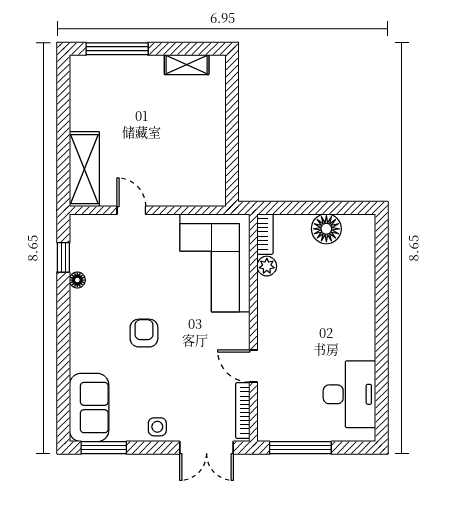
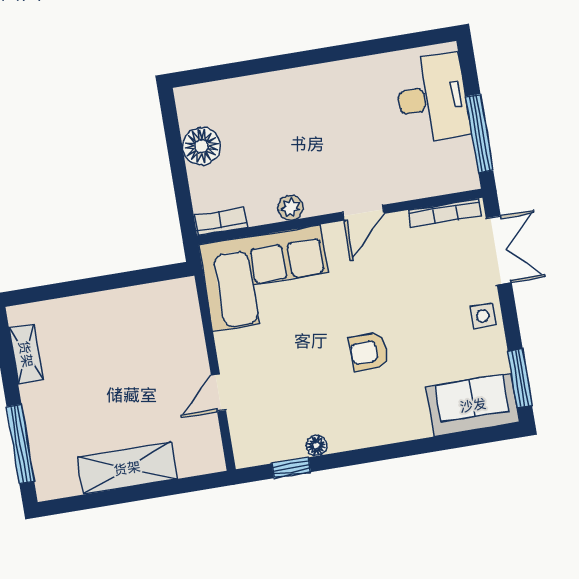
shelving: (84, 169) -> (127, 468), moved
plant: (267, 266) -> (291, 208), moved
door: (253, 366) -> (363, 213), moved
desk: (349, 394) -> (432, 98), moved, turned 90

